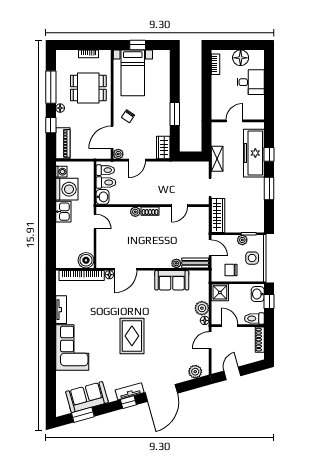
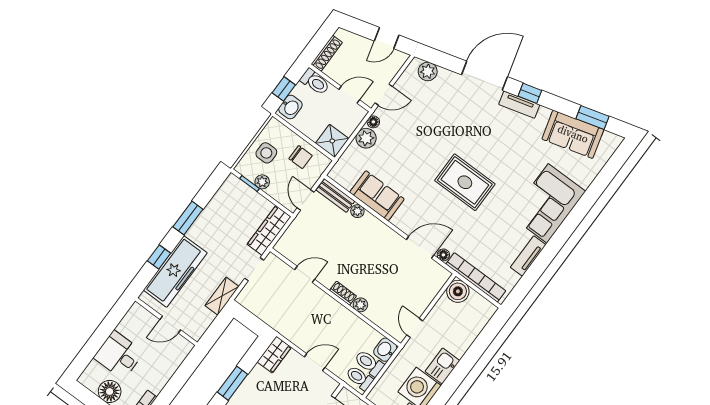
plant: (118, 154) -> (331, 385), removed
door: (230, 326) -> (349, 95), swing flipped
rug: (132, 336) -> (465, 182), moved, turned 90

